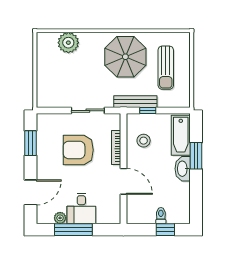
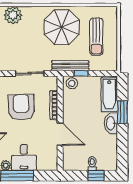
stool: (144, 141) -> (72, 83), moved
armchair: (78, 150) -> (21, 107), turned 88

